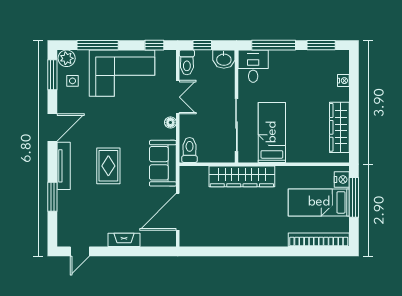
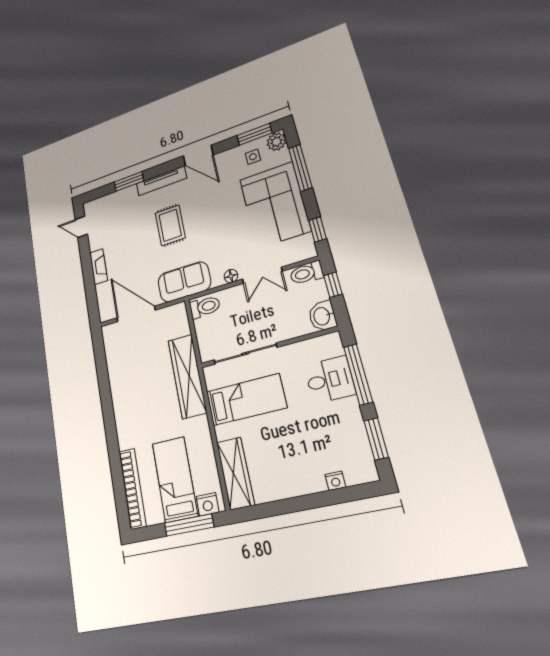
desk: (253, 66) -> (330, 380), moved
wardrobe: (339, 127) -> (235, 473), moved, turned 90
rug: (108, 166) -> (170, 225), turned 90

